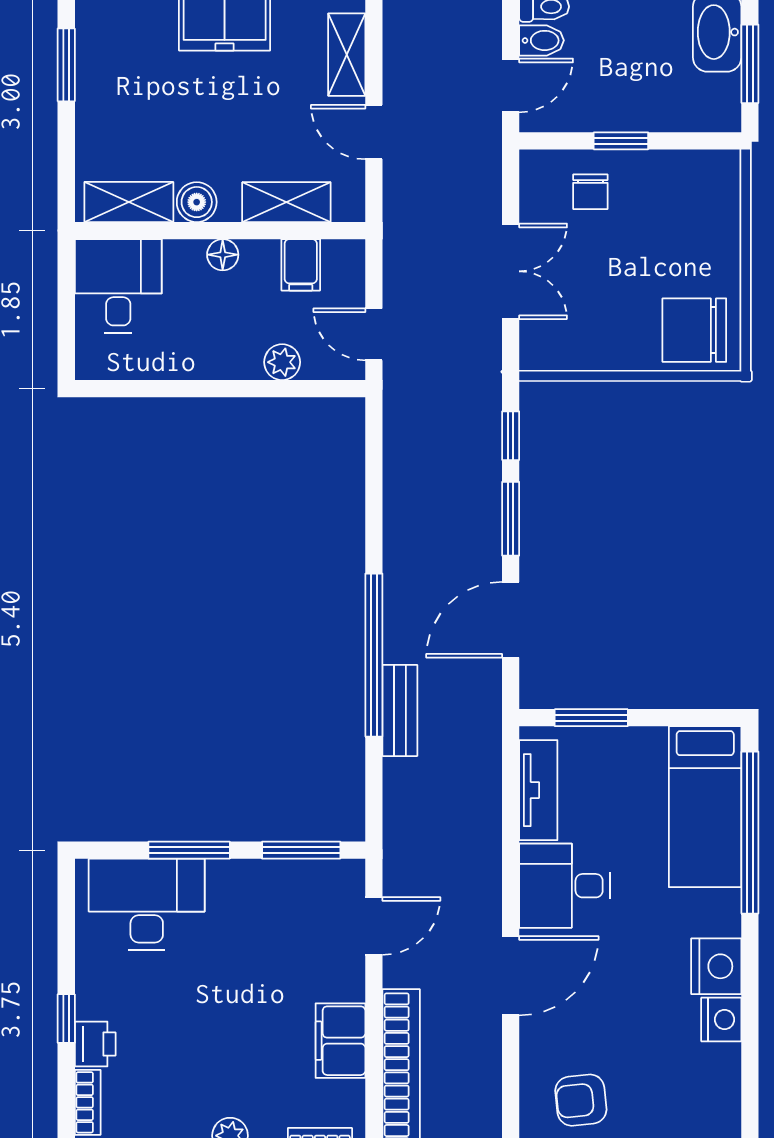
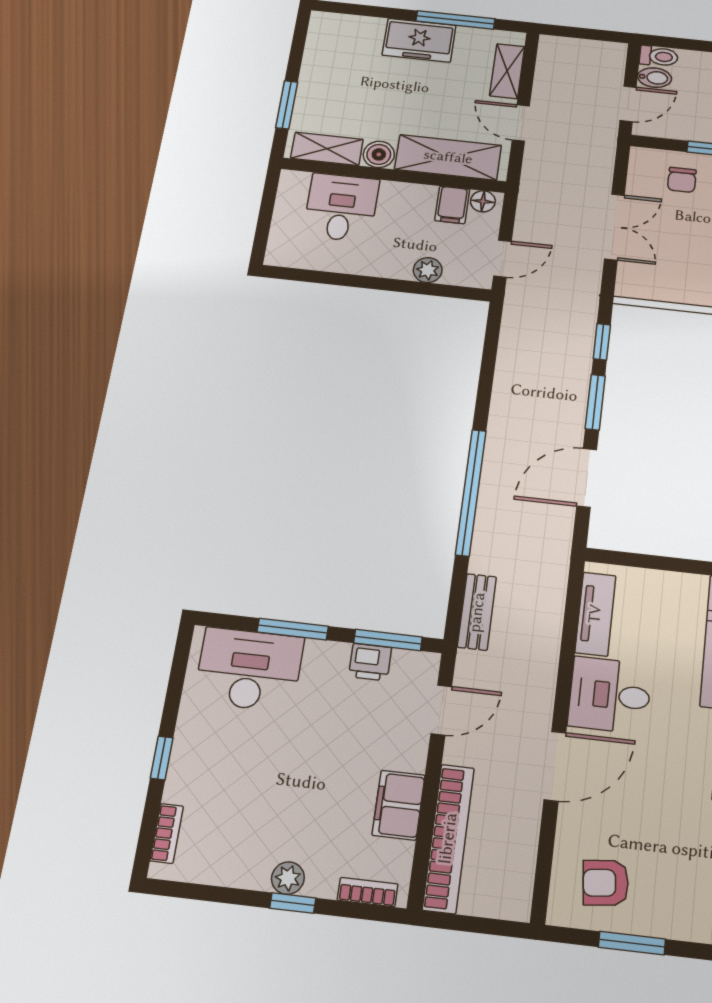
window: (66, 65) -> (287, 105), moved
shelving: (286, 202) -> (448, 157), width x1.50, depth x1.33
floor lamp: (223, 255) -> (483, 201), moved
desk: (118, 286) -> (341, 208), moved
door: (374, 334) -> (502, 259), swing flipped
bench: (400, 710) -> (477, 612), moved
window: (591, 718) -> (646, 561), removed
printer: (95, 1044) -> (370, 662), moved, turned 90

